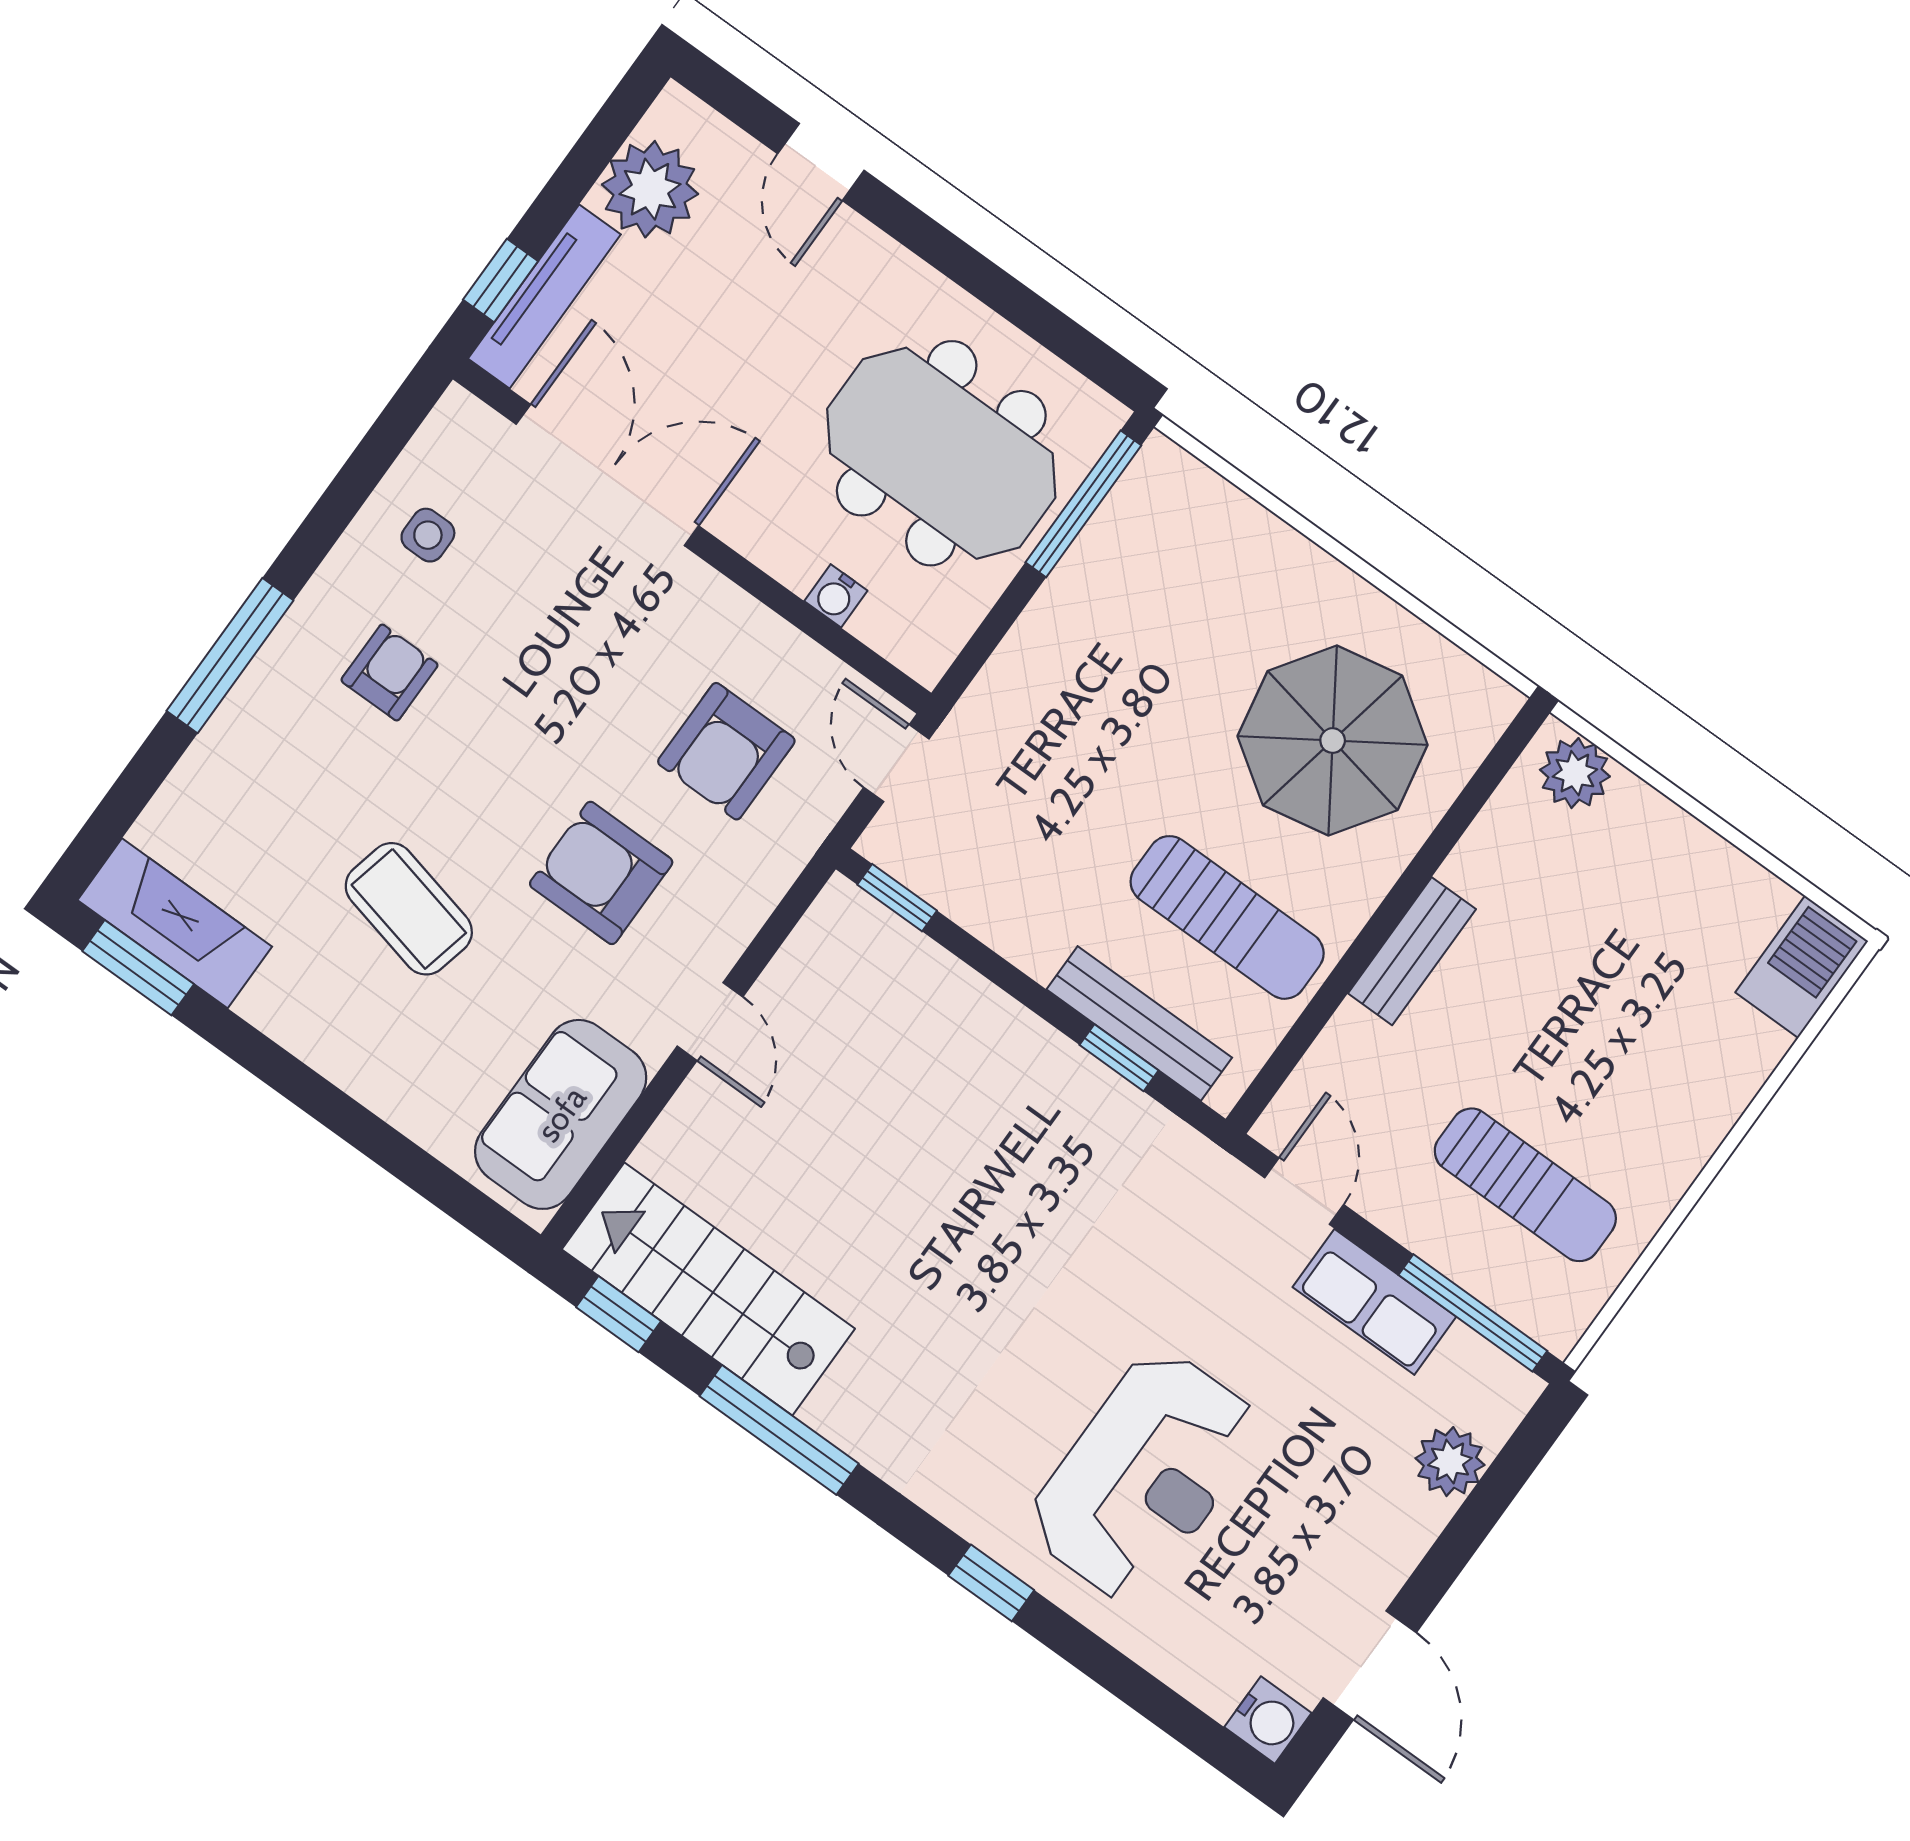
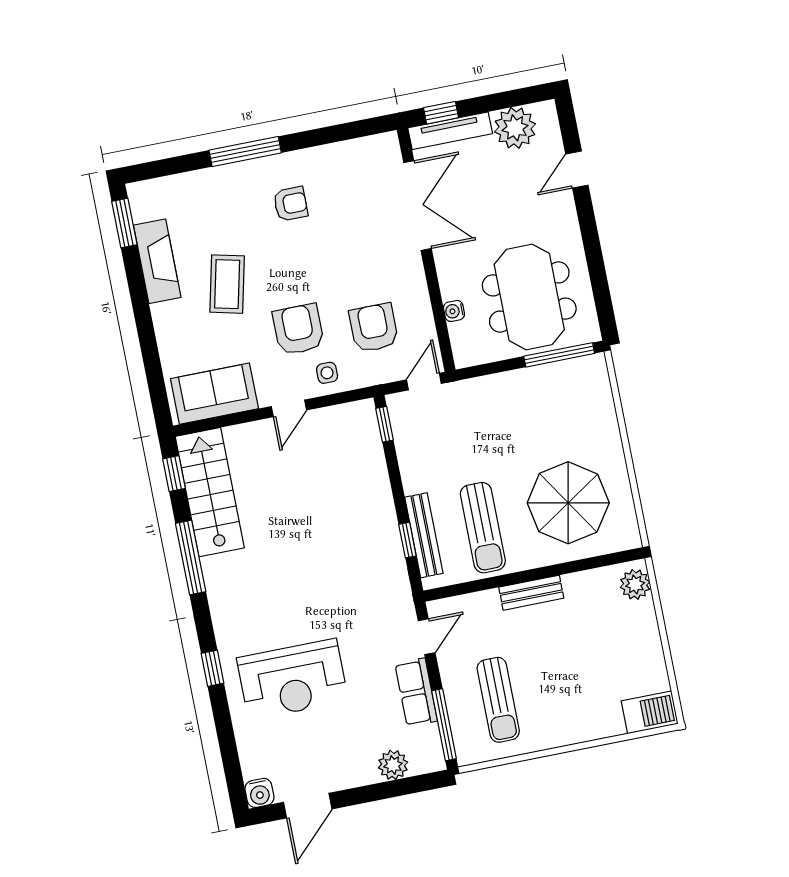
side table: (428, 535) -> (327, 373), moved
armchair: (726, 751) -> (374, 328), turned 90
fireplace: (175, 923) -> (157, 261), moved

